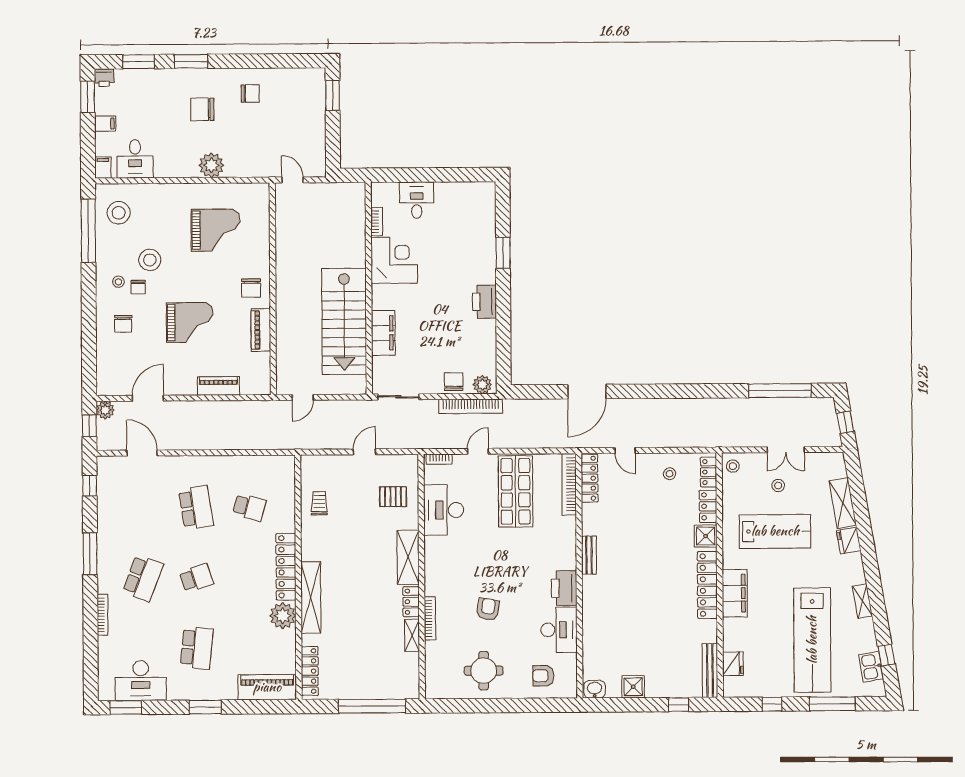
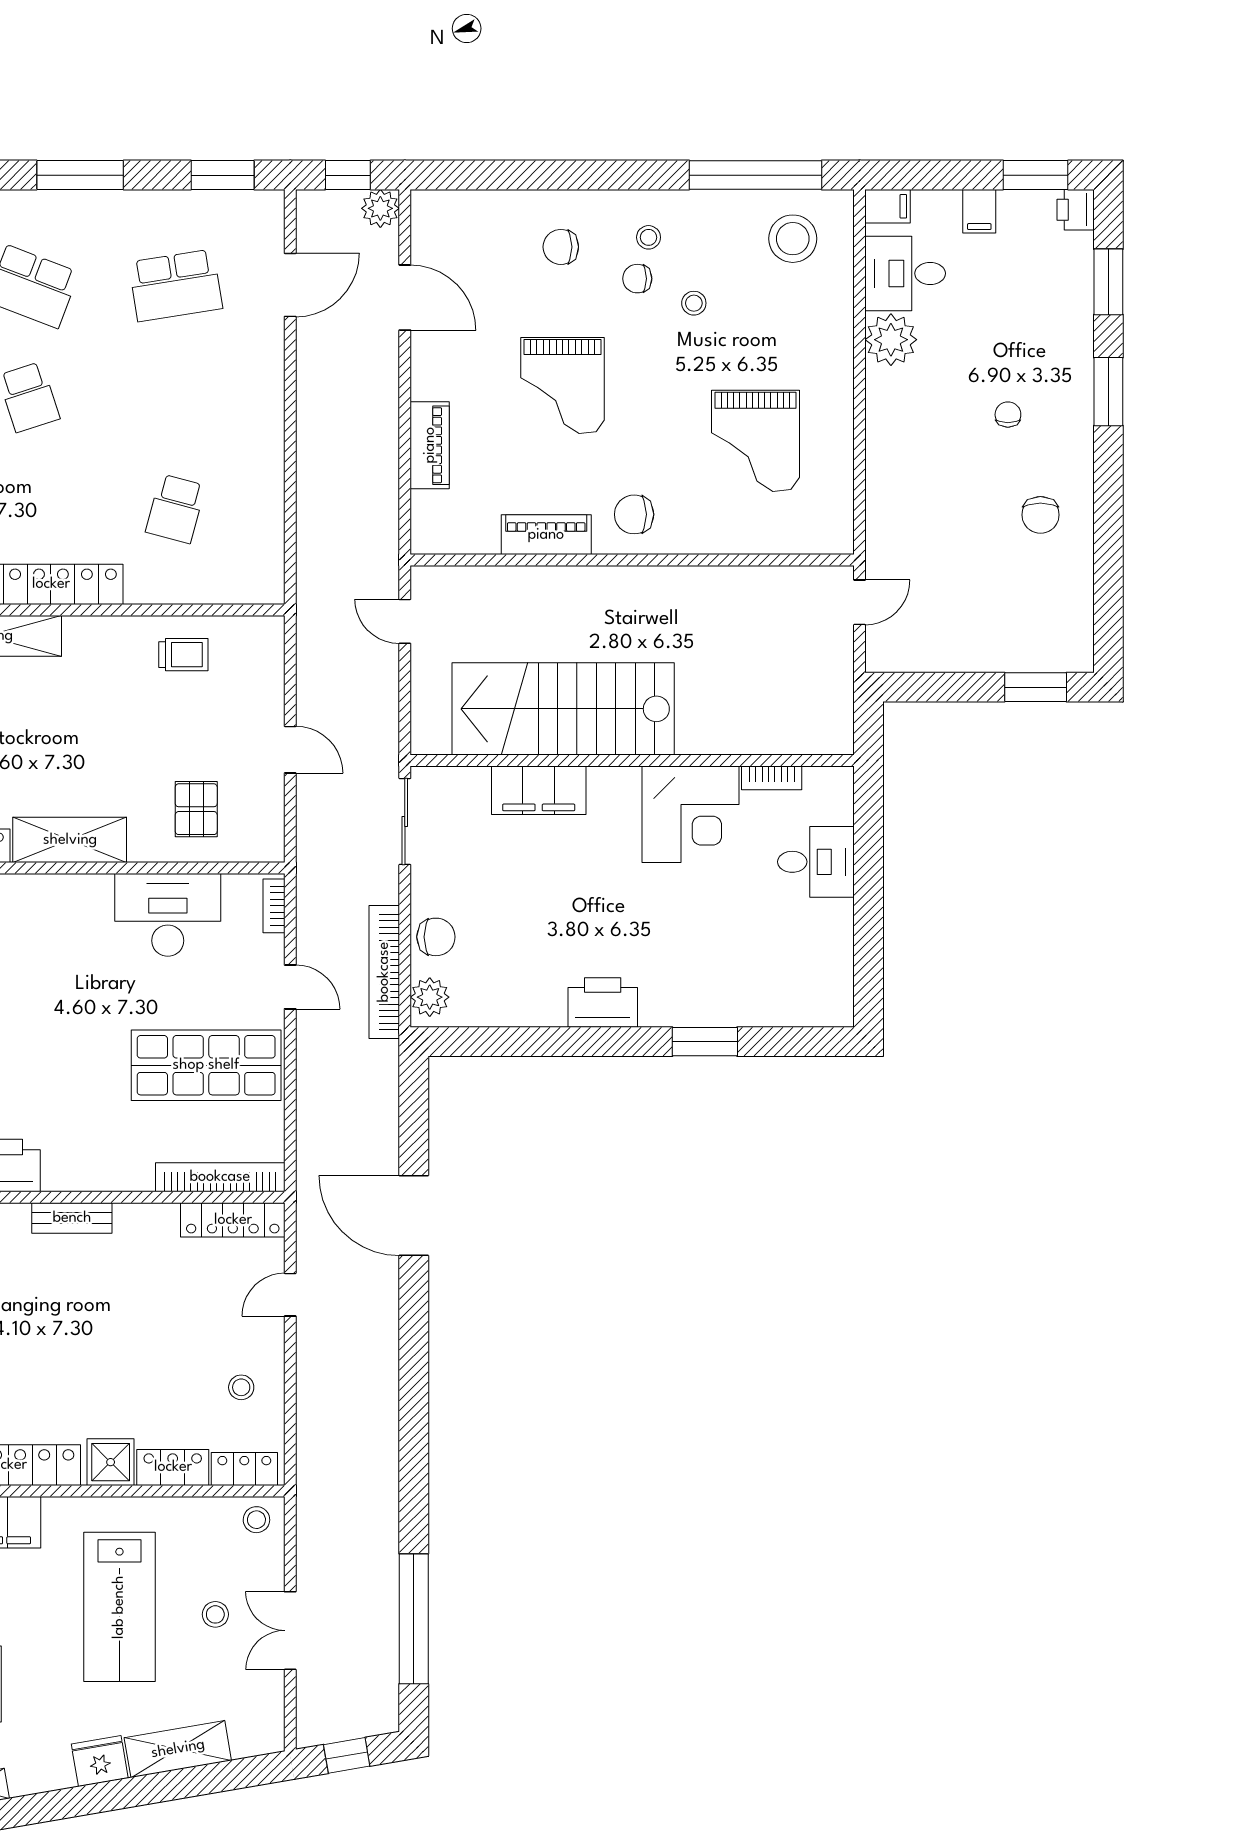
chair: (202, 109) -> (1008, 415), width x0.54, depth x0.54
plant: (211, 165) -> (891, 340), moved
stool: (150, 260) -> (694, 303), width x0.53, depth x0.53
window: (90, 486) -> (223, 175), width x1.50
school desk: (196, 508) -> (176, 285), moved

